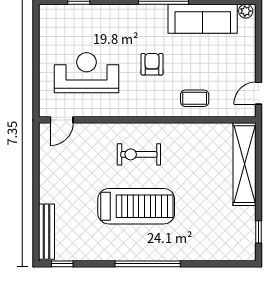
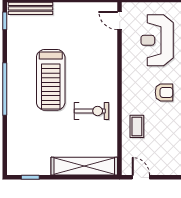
reception desk: (87, 73) -> (157, 40), turned 180
exercise bike: (139, 154) -> (91, 111), moved, turned 90

